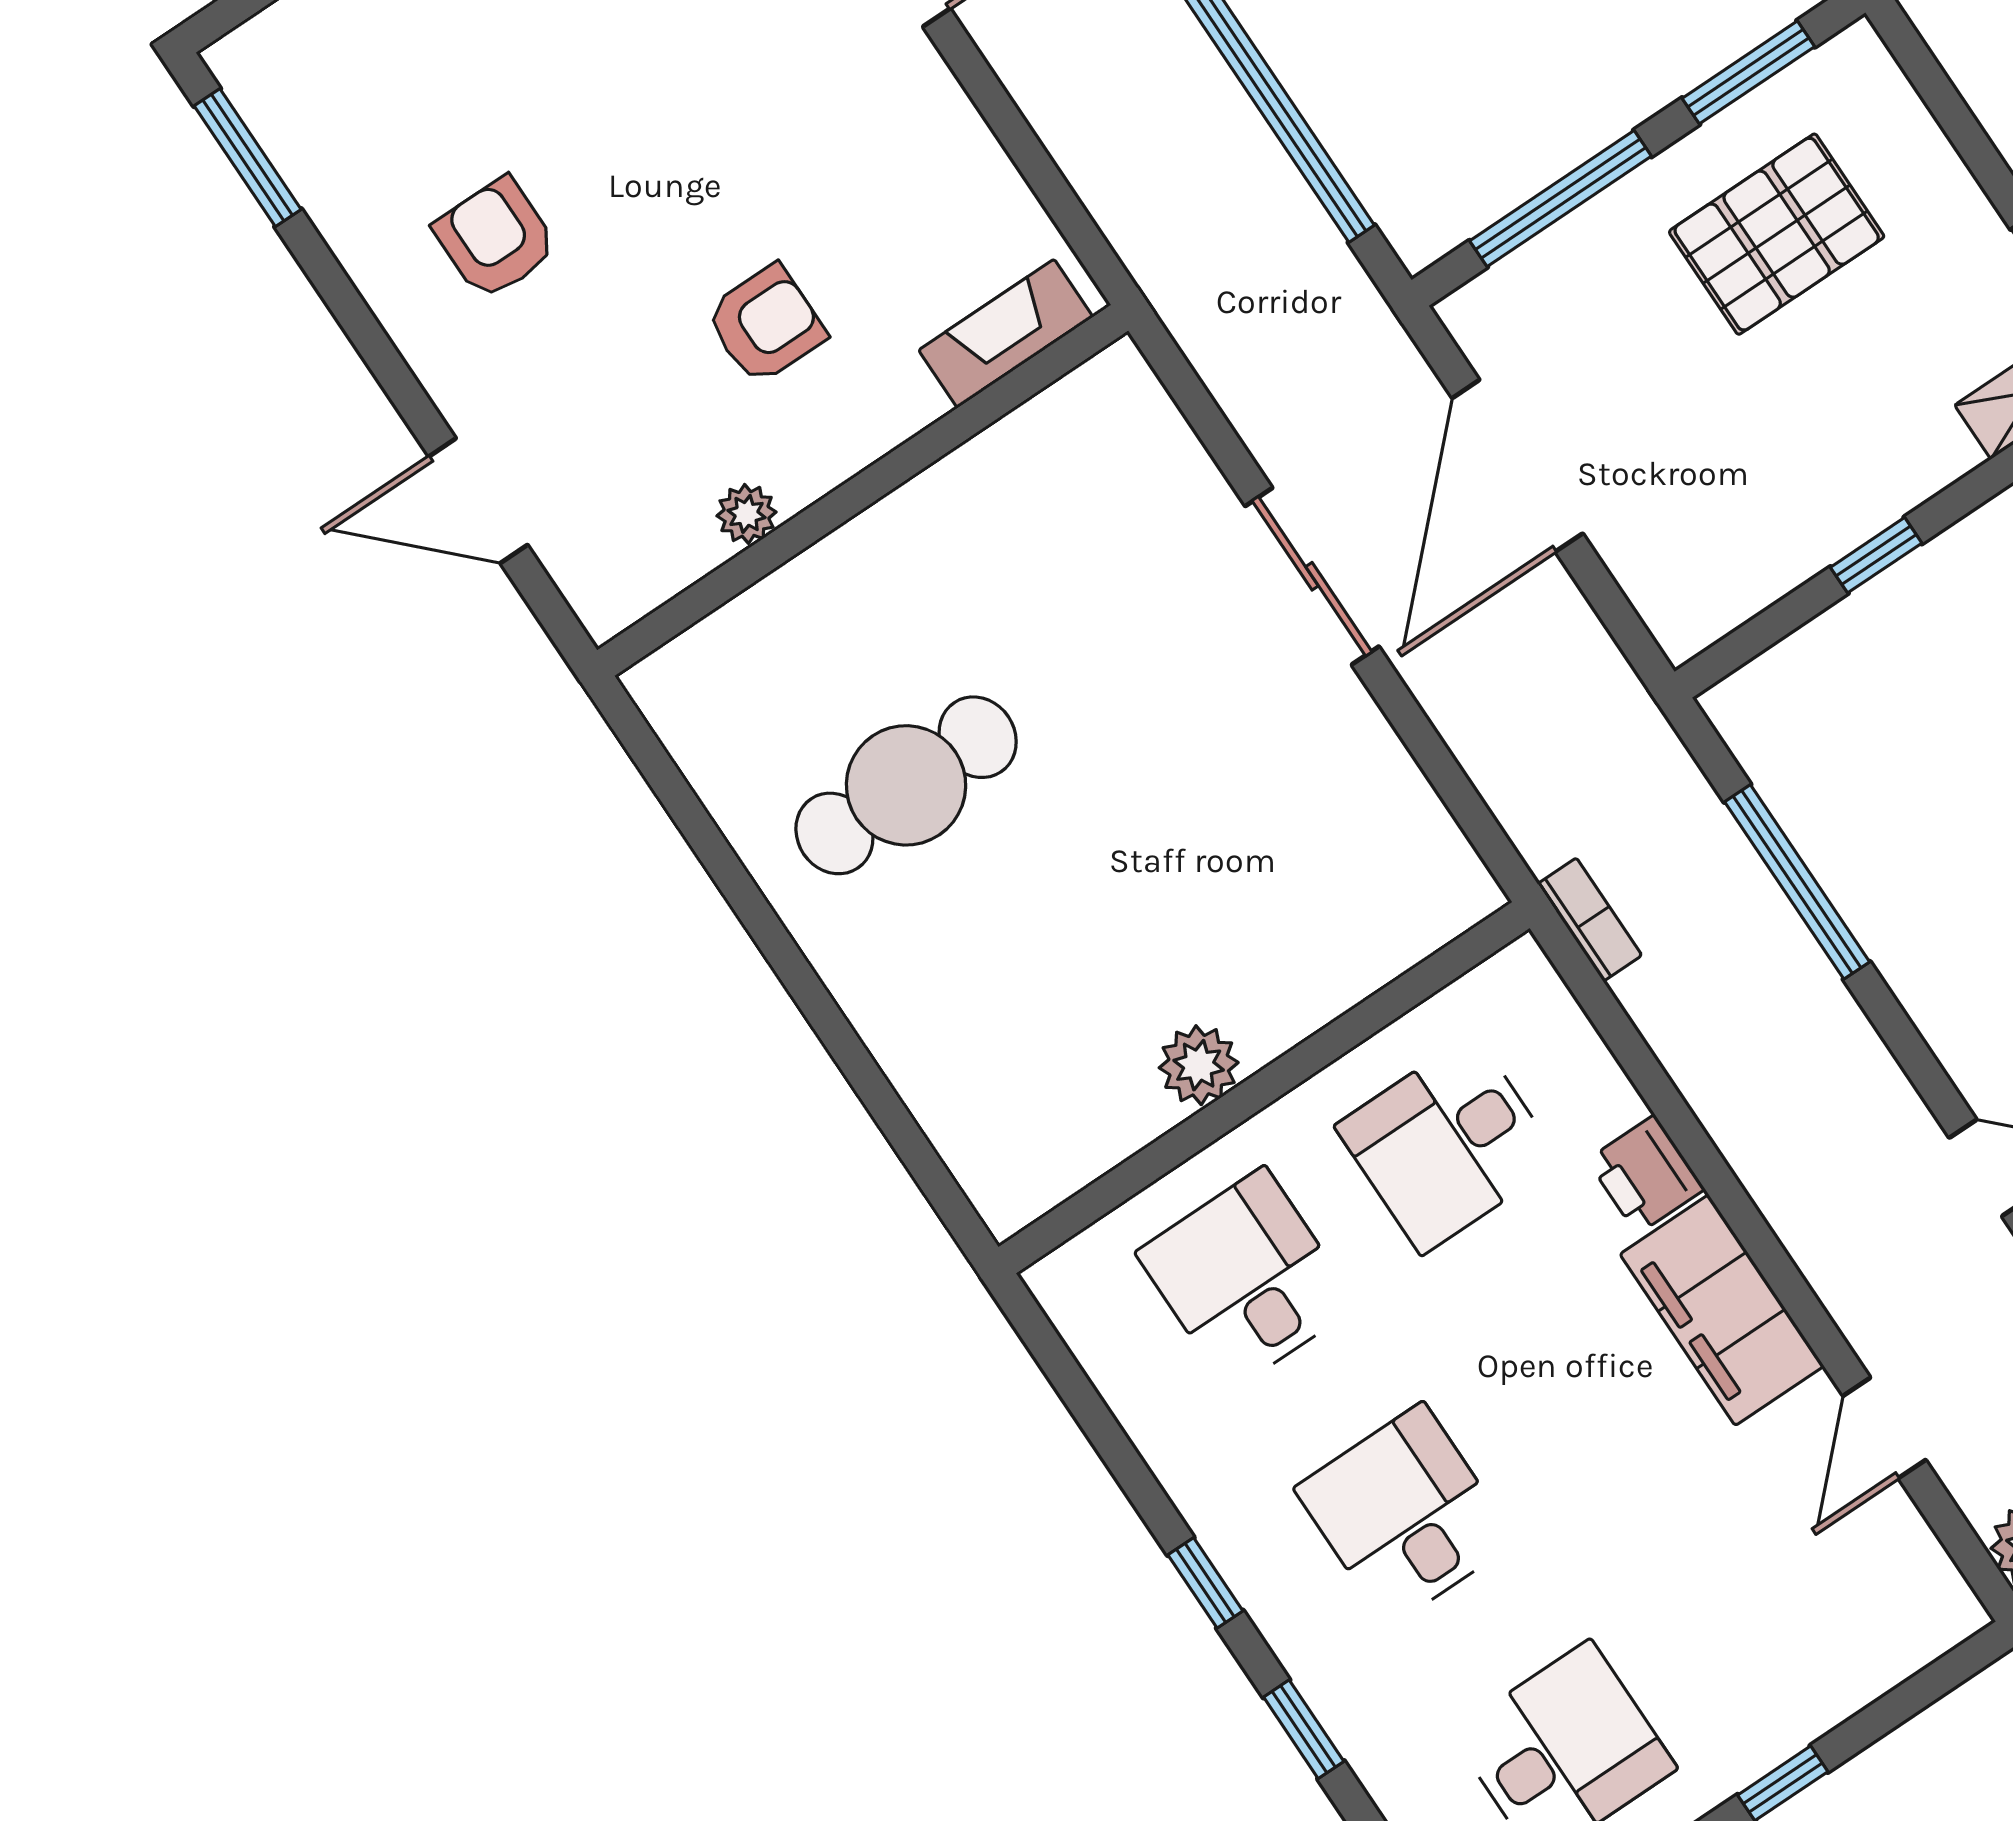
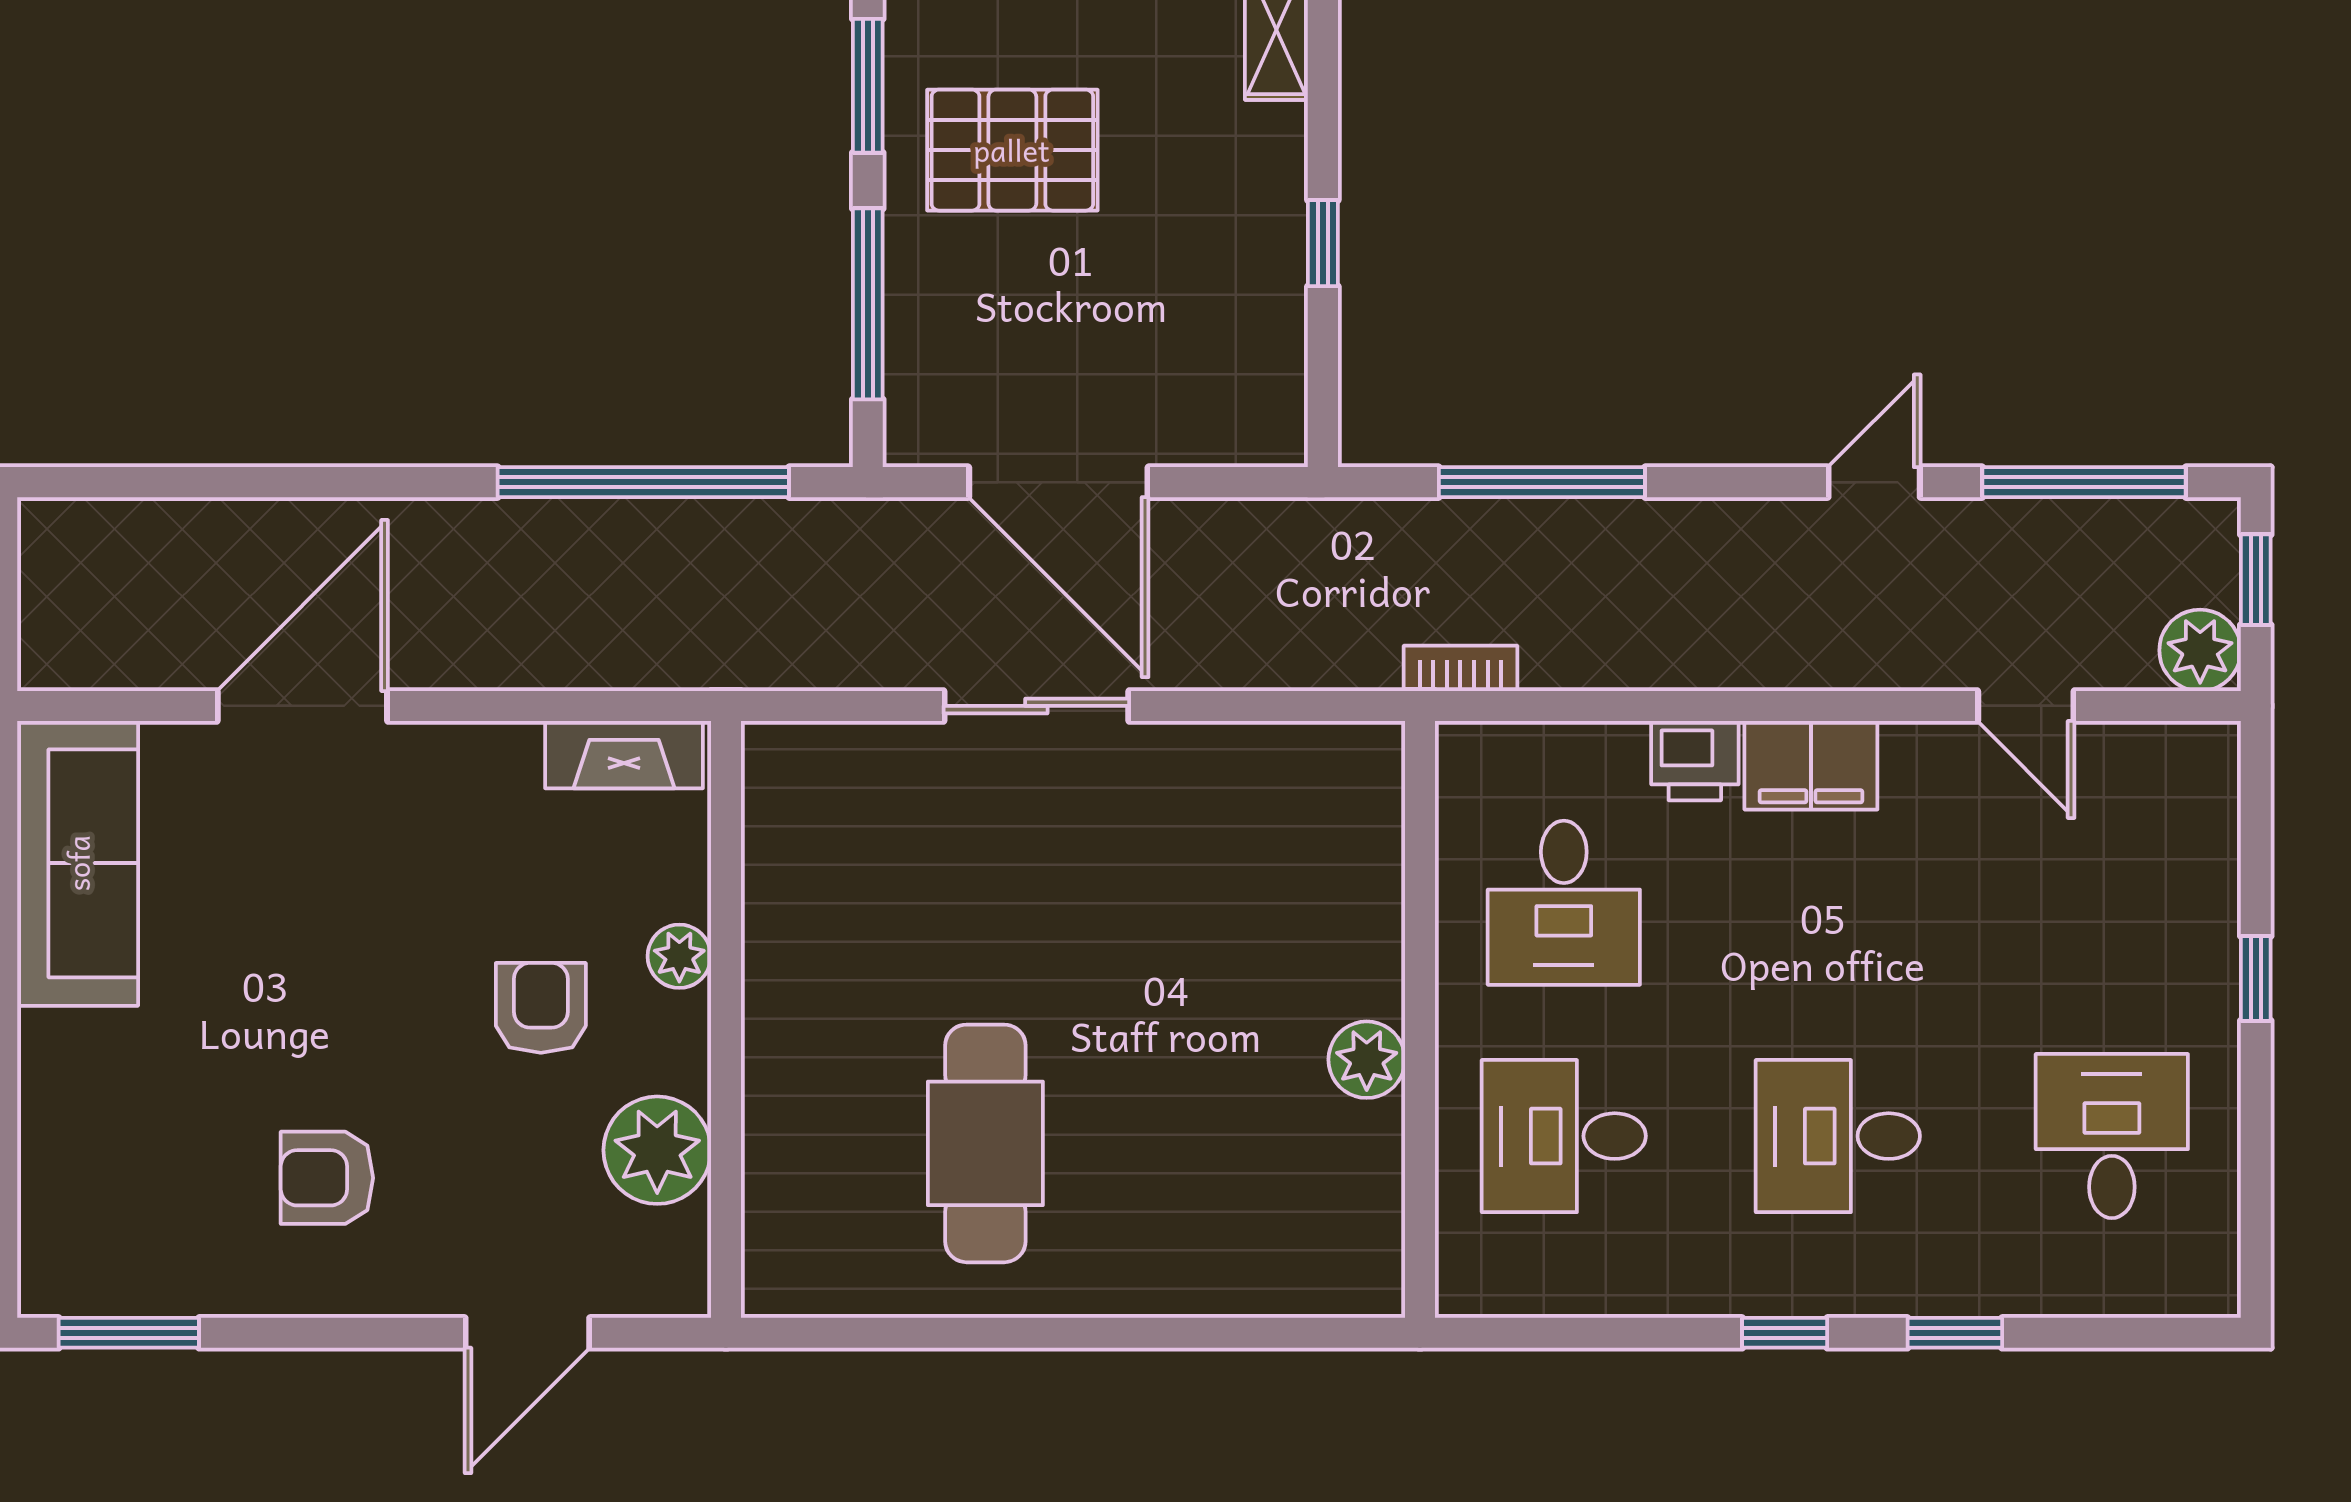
pallet: (1777, 234) -> (1012, 150), turned 90
fireplace: (1006, 333) -> (624, 755), moved, turned -90
plant: (890, 414) -> (679, 956), added
plant: (747, 514) -> (657, 1150), width x1.87, depth x1.87
filing cabinet: (1722, 1310) -> (1811, 765), width x0.67, depth x0.86

